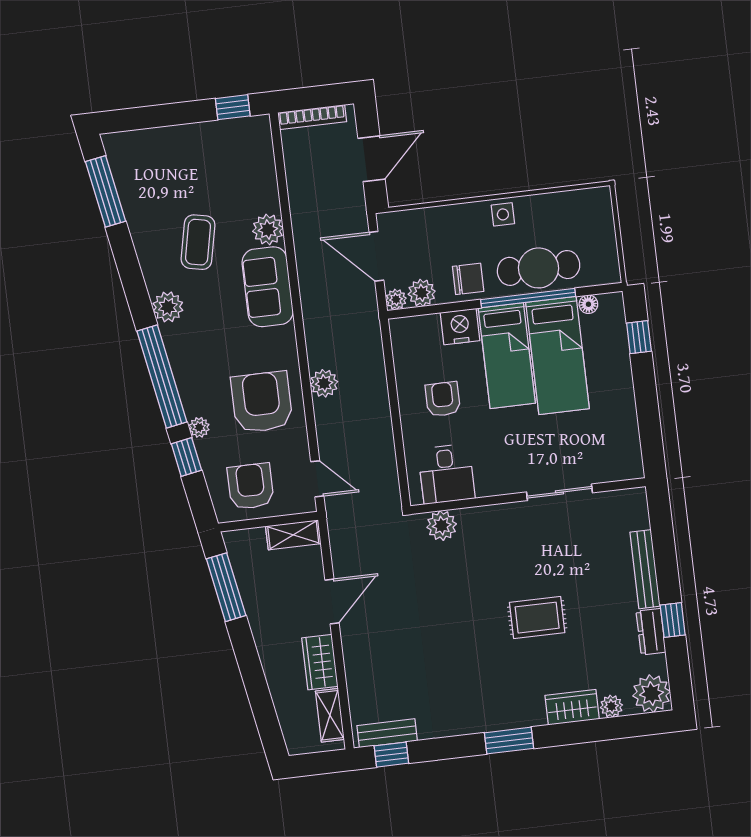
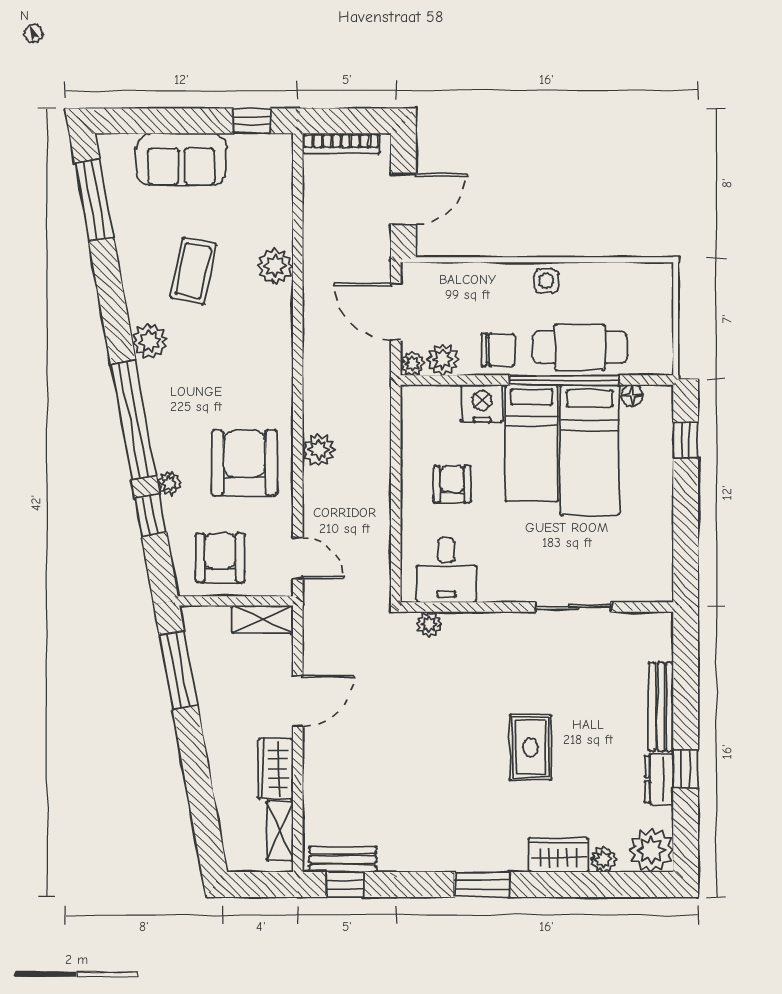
sofa: (268, 287) -> (181, 159), moved, turned -90
plant: (442, 526) -> (429, 624), width x0.73, depth x0.73
rug: (537, 618) -> (531, 747), turned 90

